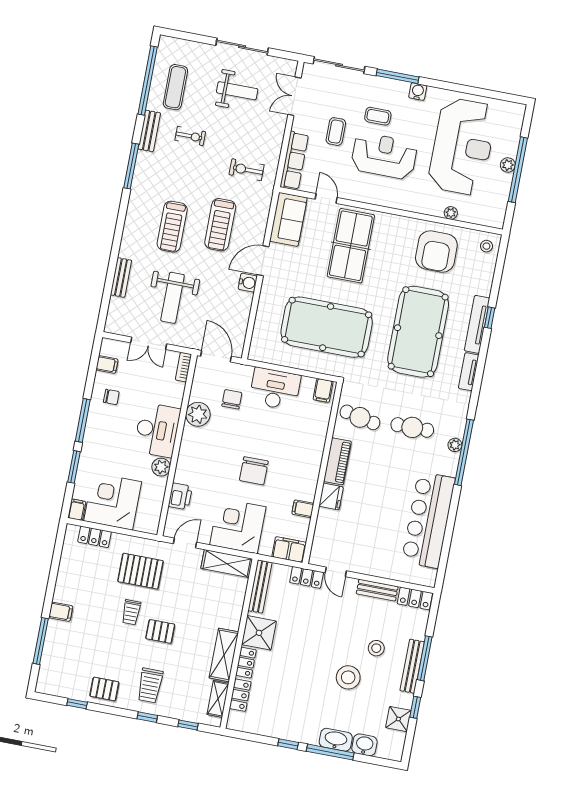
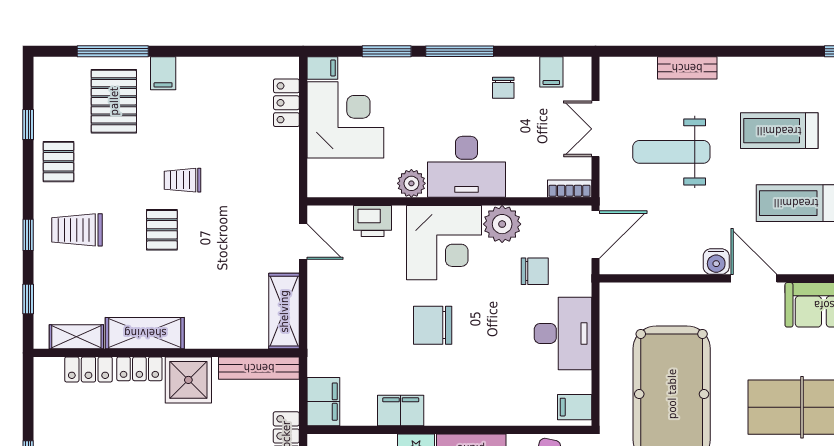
filing cabinet: (303, 509) -> (401, 411), width x2.00
corner desk: (238, 526) -> (444, 243), moved, turned 90
pallet: (141, 571) -> (114, 101), moved

